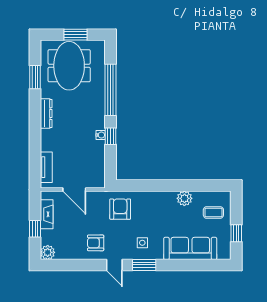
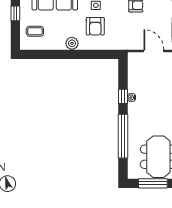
window: (76, 35) -> (153, 183), width x1.44
plant: (184, 198) -> (72, 43), moved
armchair: (120, 209) -> (95, 26), moved

